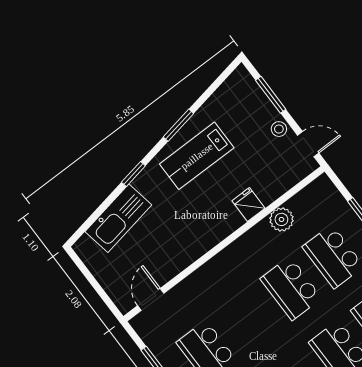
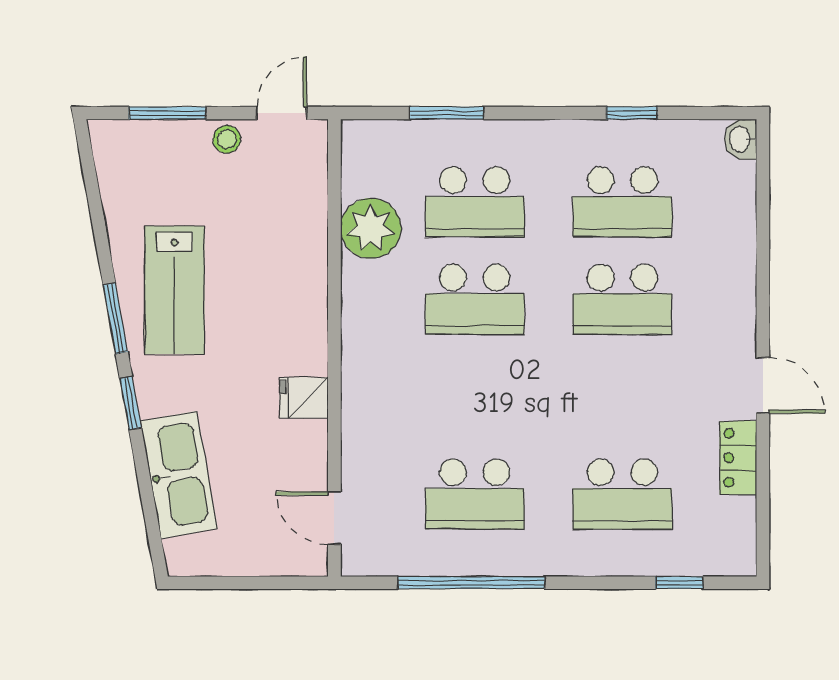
window: (178, 125) -> (115, 318), moved
fridge: (249, 205) -> (304, 398), moved
plant: (281, 219) -> (371, 228), width x1.36, depth x1.36

